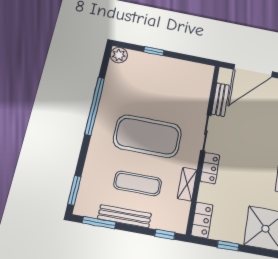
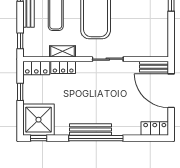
bench: (220, 100) -> (154, 67), moved
locker: (210, 168) -> (63, 67), moved

